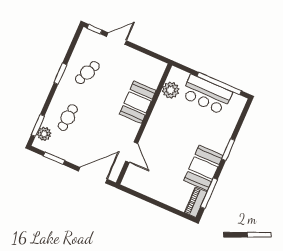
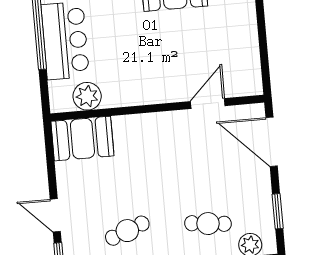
cafe table: (87, 73) -> (127, 231), turned -45
booth: (138, 102) -> (82, 139), moved

